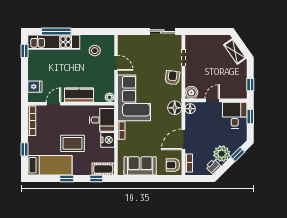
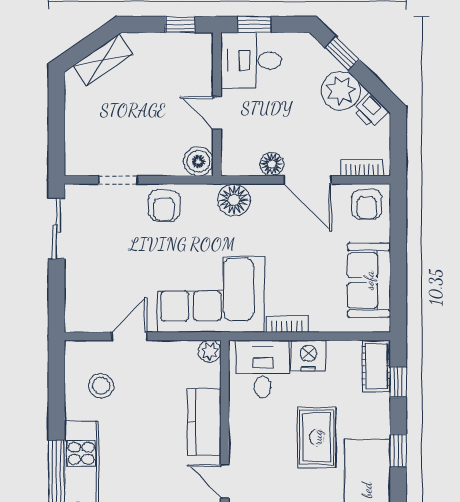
armchair: (172, 78) -> (164, 205), turned -98
floor lamp: (190, 109) -> (272, 164), moved

